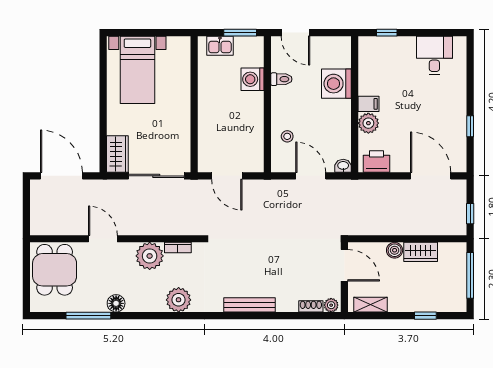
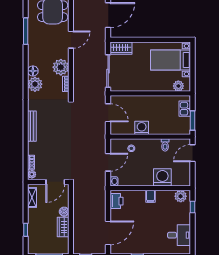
plant: (181, 57) -> (178, 86), added
washing machine: (252, 79) -> (142, 128), moved
plant: (368, 123) -> (181, 196), moved
door: (227, 176) -> (108, 113), swing flipped
floor lamp: (116, 303) -> (33, 71), moved

